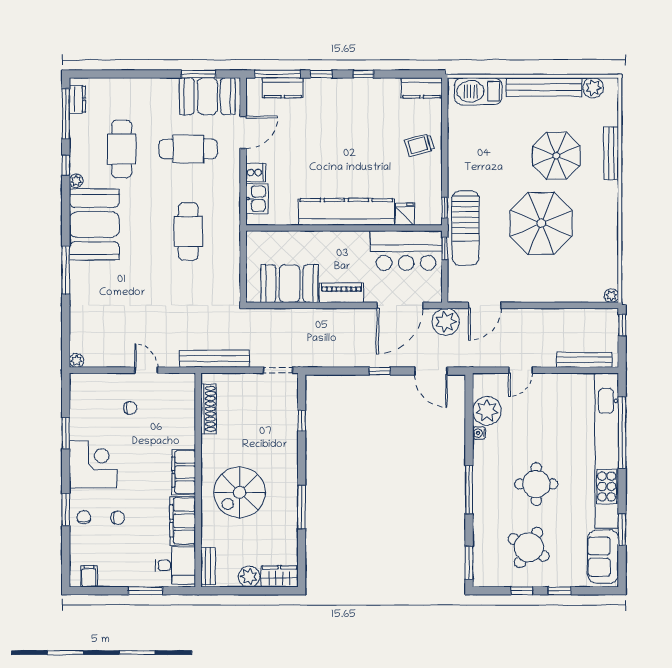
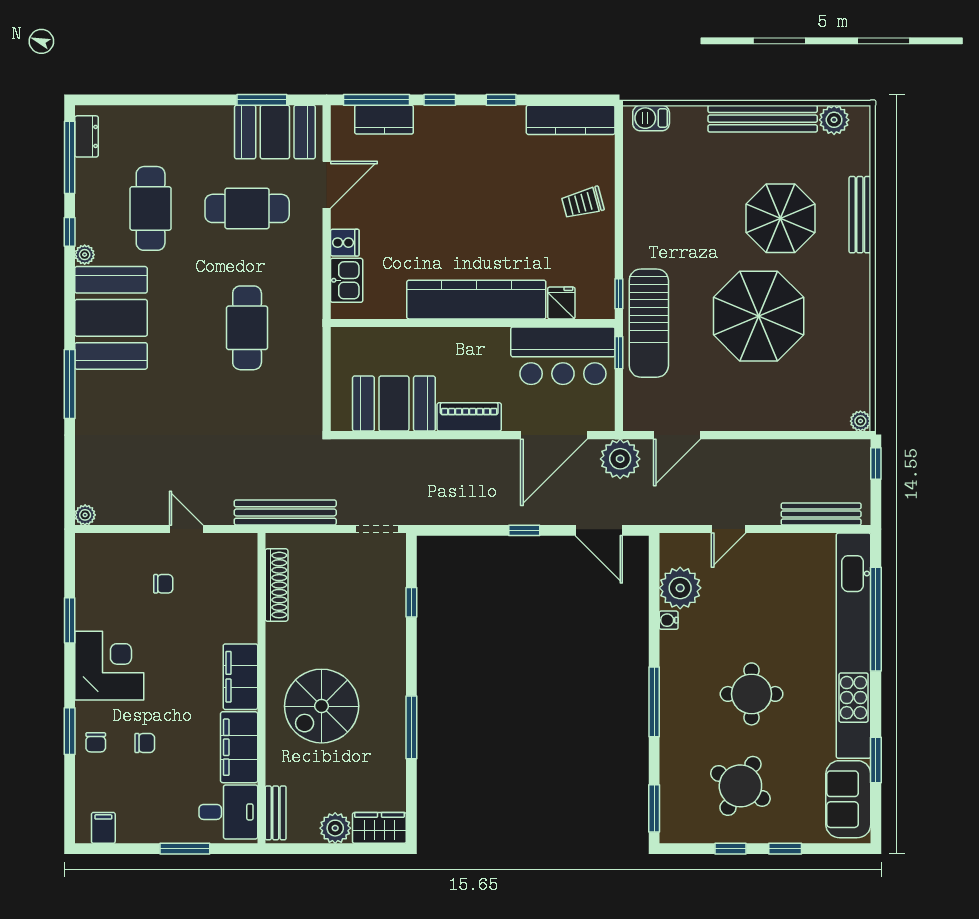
kitchen counter: (422, 88) -> (571, 120), width x1.50
barbecue: (478, 91) -> (651, 118), width x0.53, depth x0.65
chair: (84, 517) -> (96, 742), turned 180

